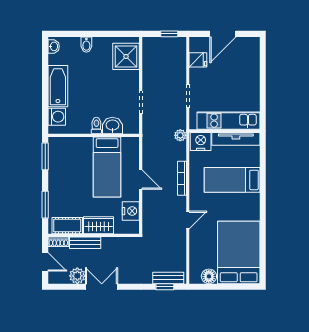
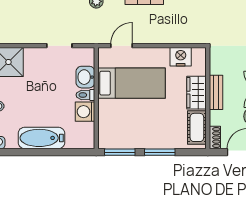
washing machine: (57, 117) -> (85, 112), moved, turned -90
door: (141, 180) -> (122, 46), moved
window: (45, 205) -> (160, 152), moved
bench: (85, 243) -> (216, 92), moved

